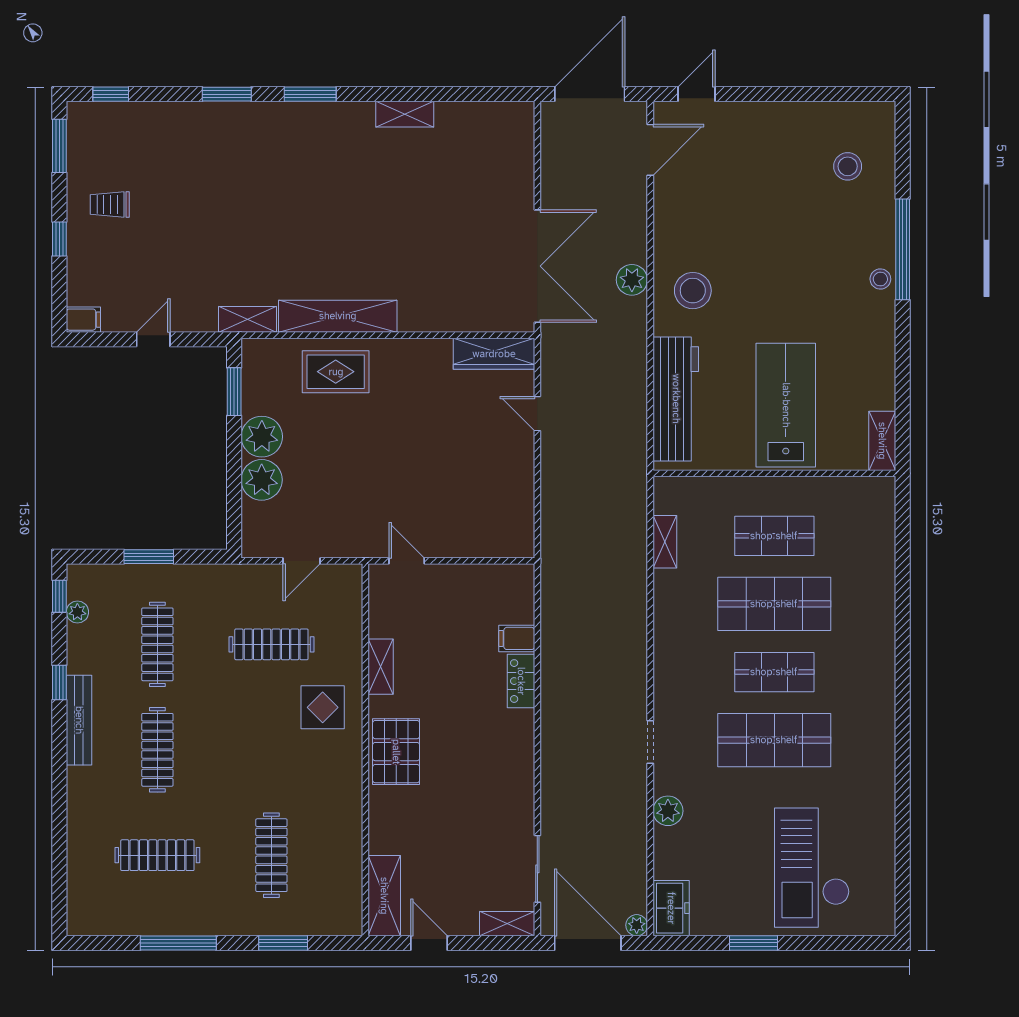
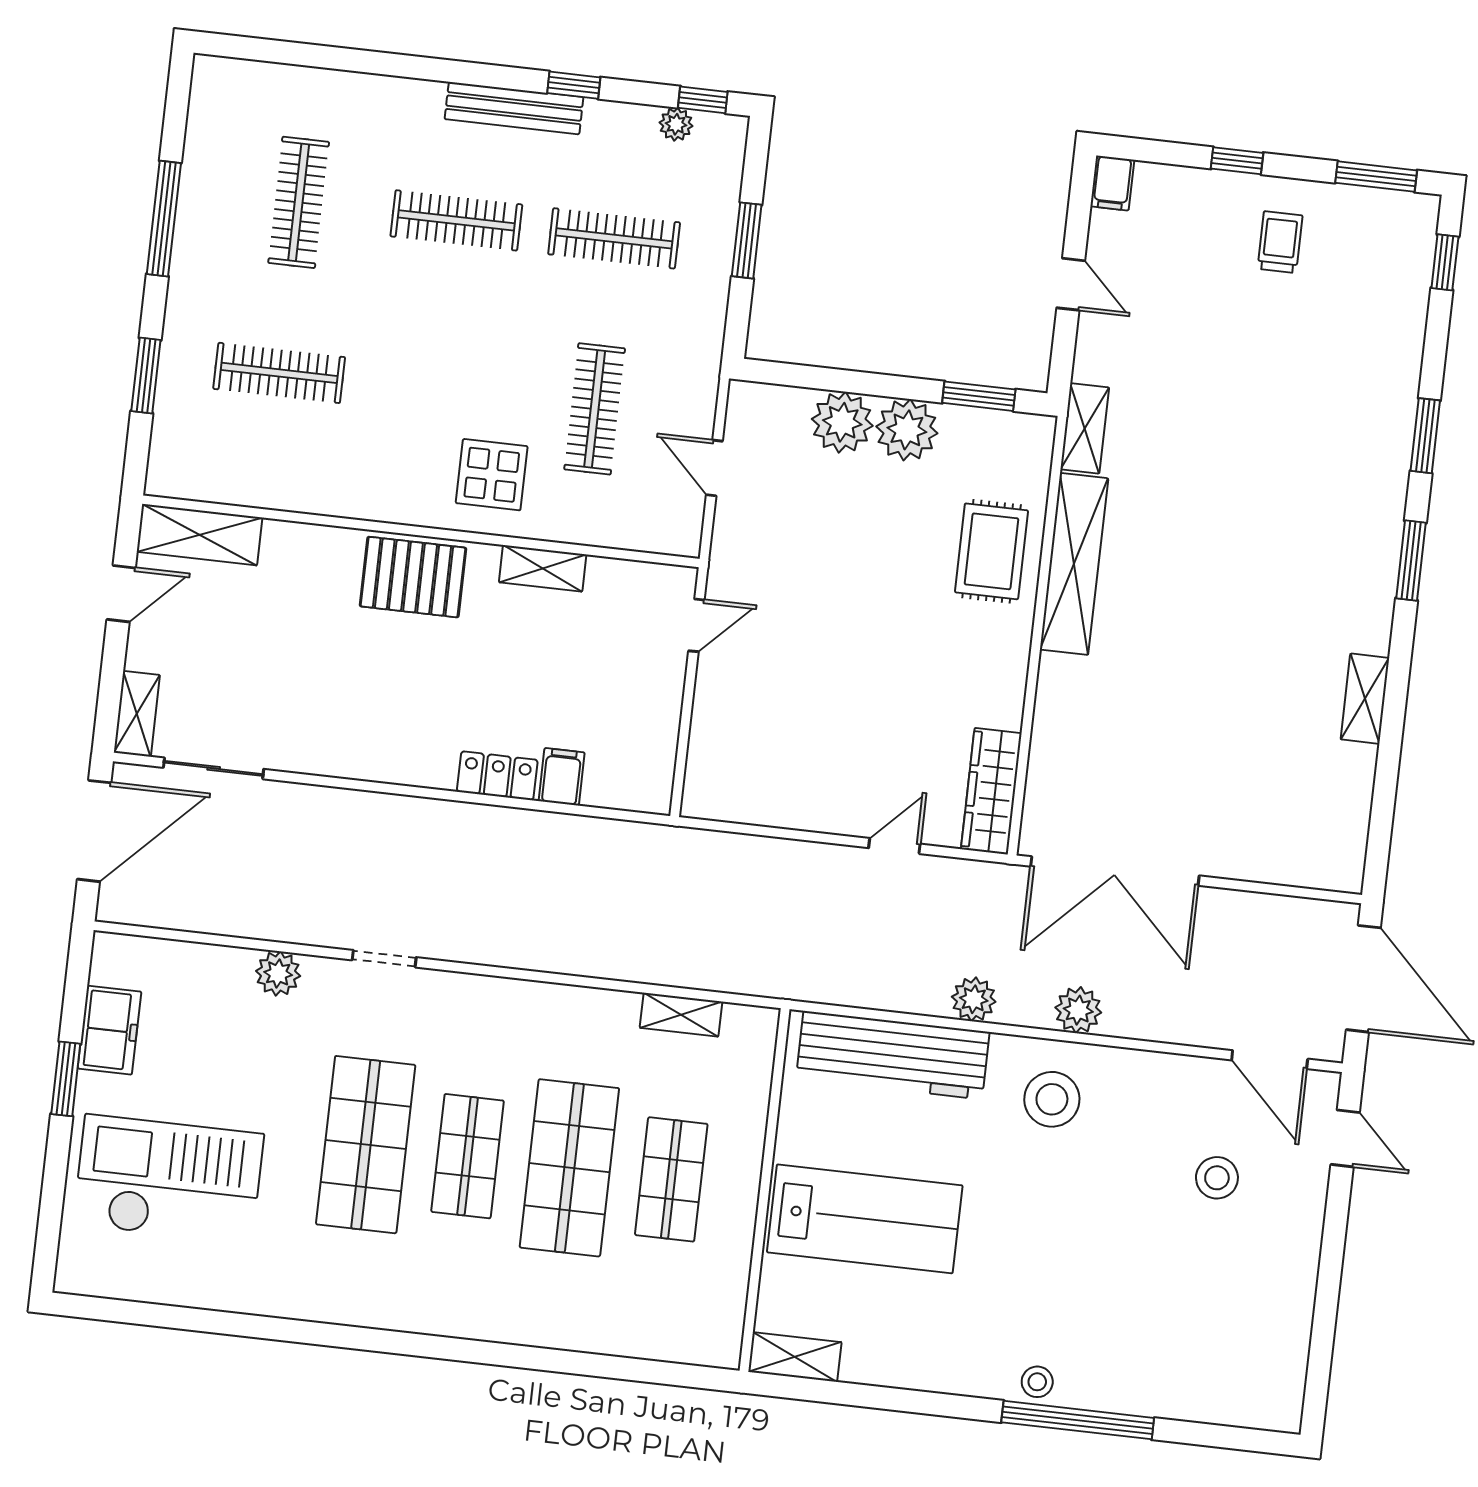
stool: (848, 166) -> (1217, 1178), moved
freezer: (671, 908) -> (109, 1030), moved, turned -90
plant: (637, 925) -> (974, 999), moved, width x1.38, depth x1.38

